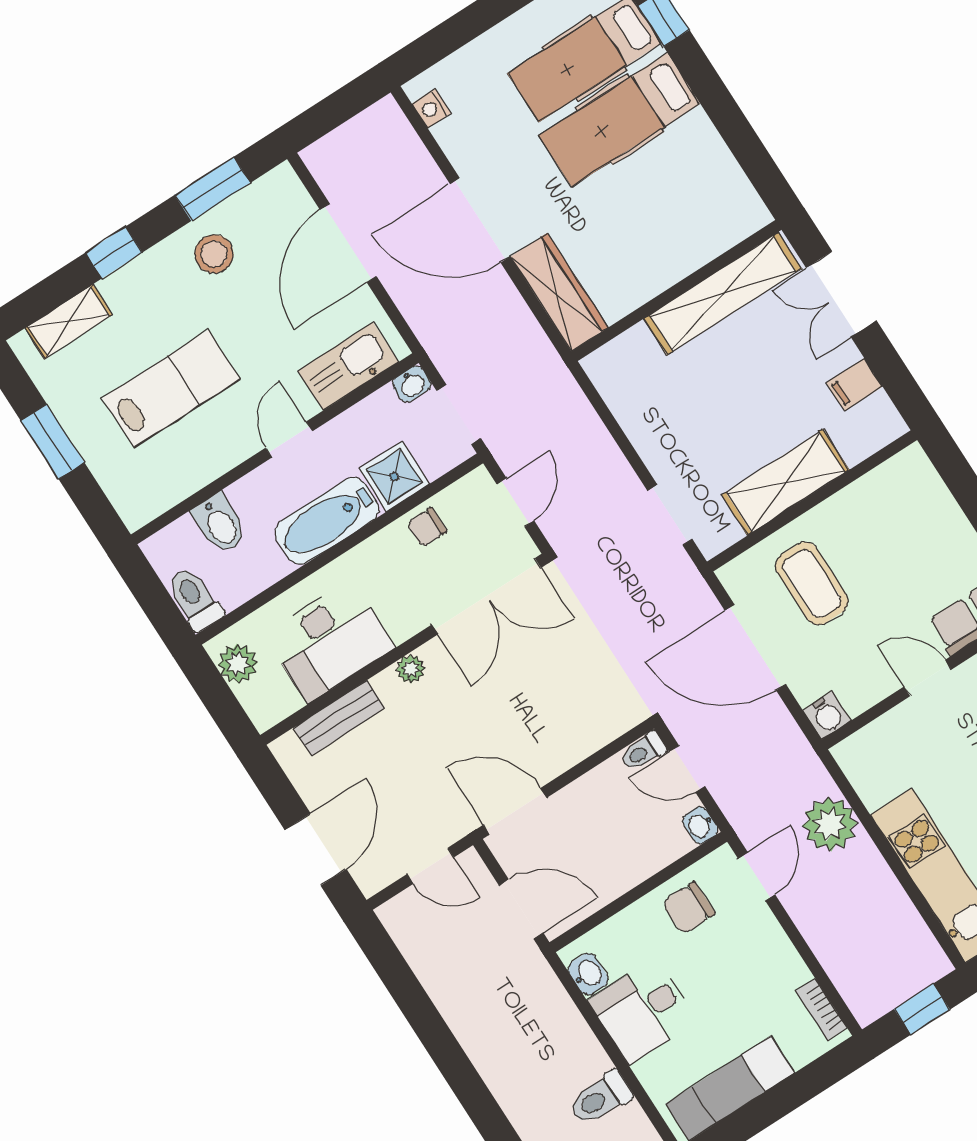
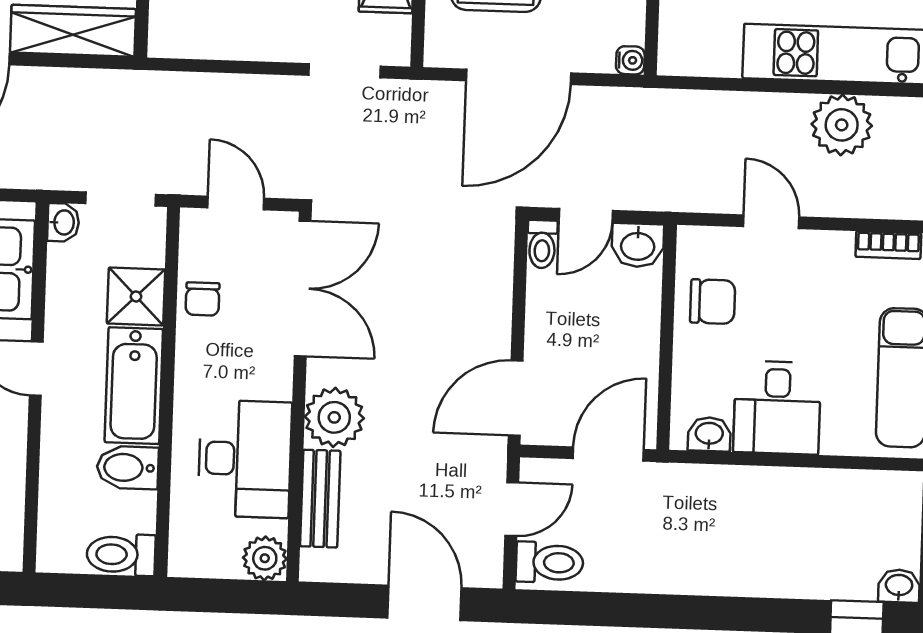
bidet: (220, 524) -> (128, 468), moved, turned 180
plant: (238, 664) -> (265, 558), moved
plant: (411, 669) -> (334, 417), width x1.88, depth x1.88
water cooler: (827, 715) -> (630, 60), width x0.72, depth x0.72
plant: (830, 824) -> (842, 125), moved
washbasin: (700, 825) -> (638, 245), width x1.38, depth x1.45
door: (757, 877) -> (771, 222), moved
chair: (689, 908) -> (713, 302), turned -90
toilet: (600, 1098) -> (550, 562), moved, turned -90

